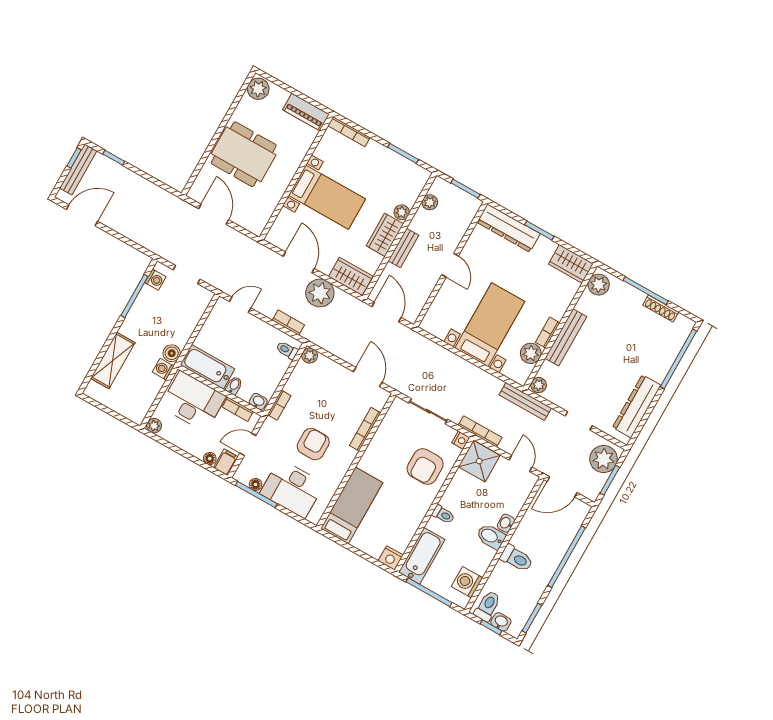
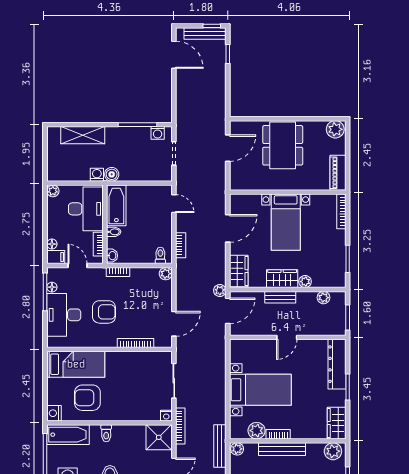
plant: (320, 293) -> (220, 291), moved, width x0.53, depth x0.53
armchair: (425, 466) -> (87, 398), moved

